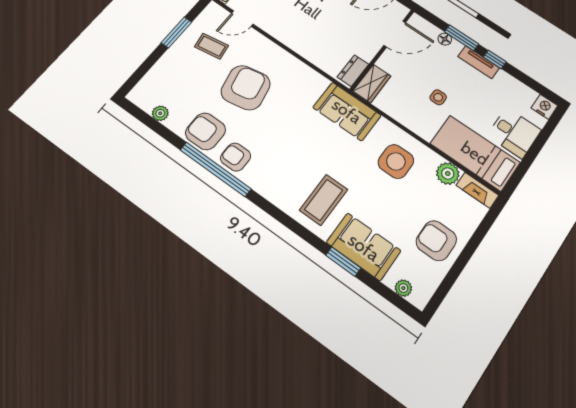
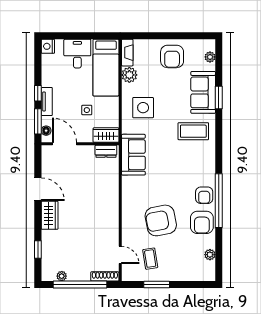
door: (395, 34) -> (64, 144), moved
wall: (382, 50) -> (80, 144), moved
dresser: (353, 71) -> (106, 151), moved
wardrobe: (372, 84) -> (106, 135), moved

